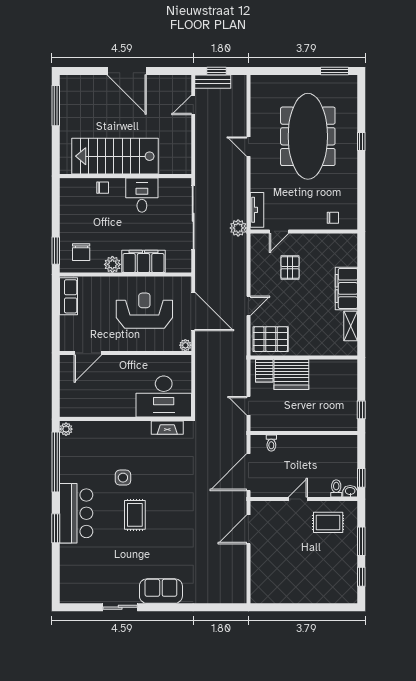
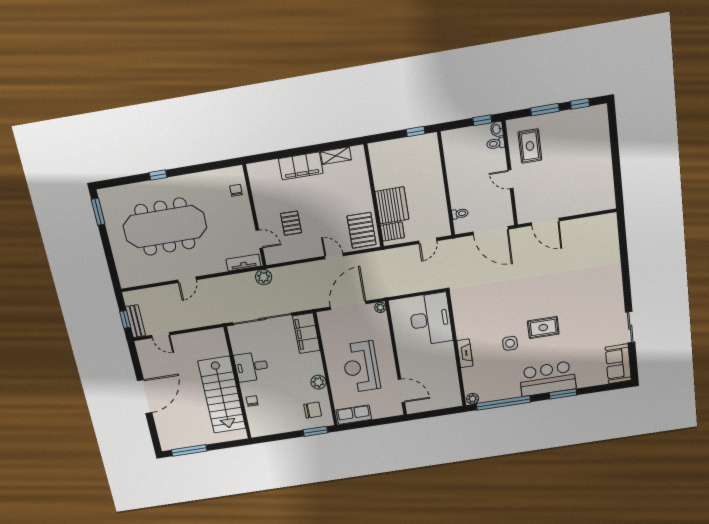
filing cabinet: (143, 261) -> (306, 333), moved
pallet: (290, 268) -> (291, 223), turned 90
reception desk: (144, 311) -> (361, 367), moved
fireplace: (167, 428) -> (465, 353), moved
sofa: (161, 591) -> (618, 364), moved

